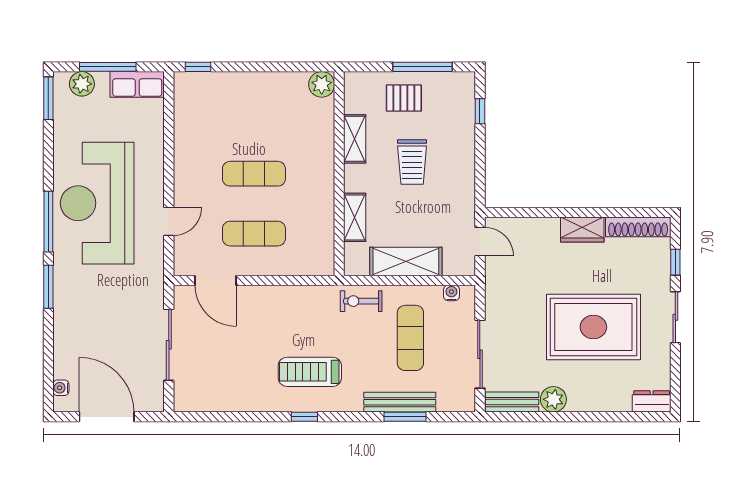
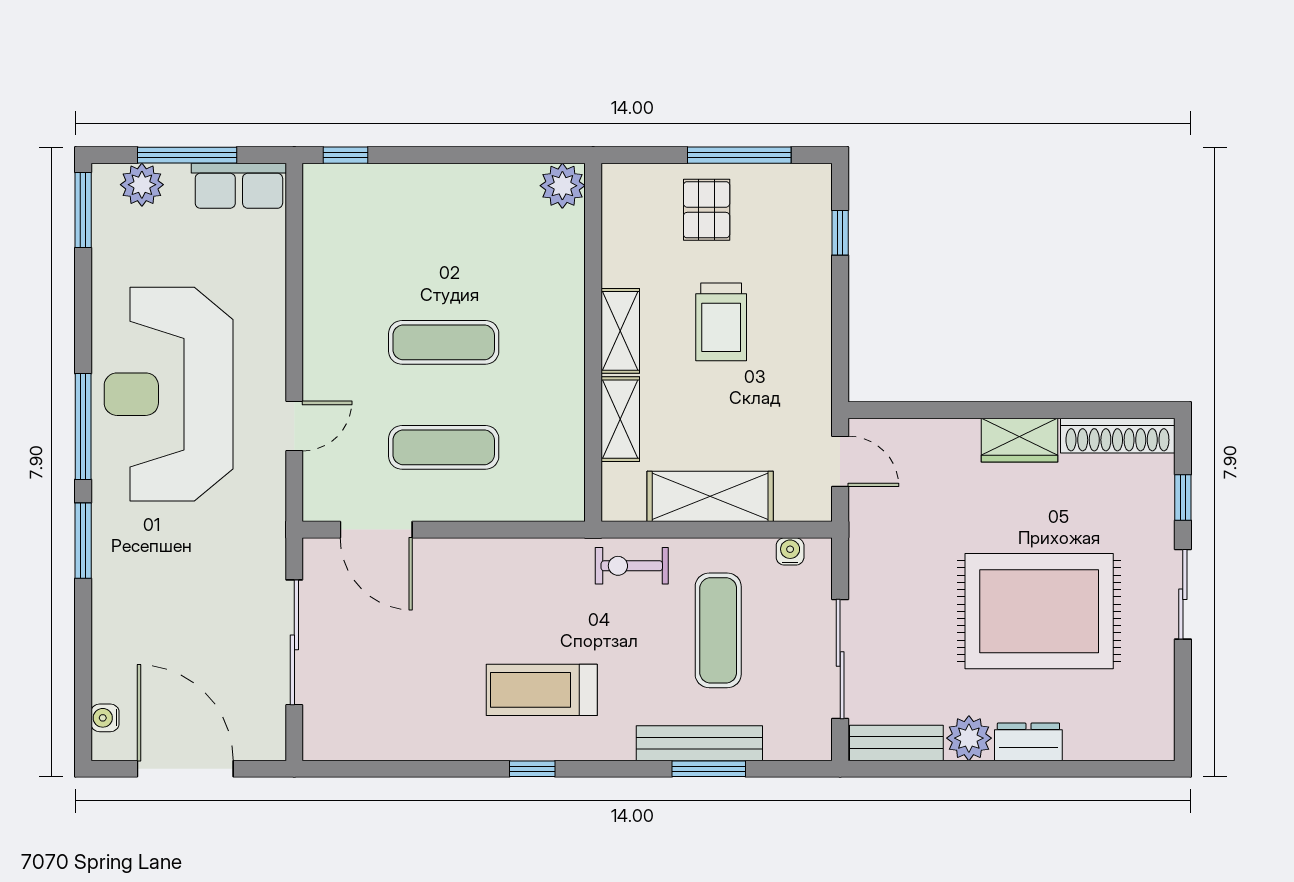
pallet: (404, 98) -> (707, 210), turned 90
shelving: (355, 139) -> (620, 331), moved
dresser: (652, 401) -> (1028, 742), moved

